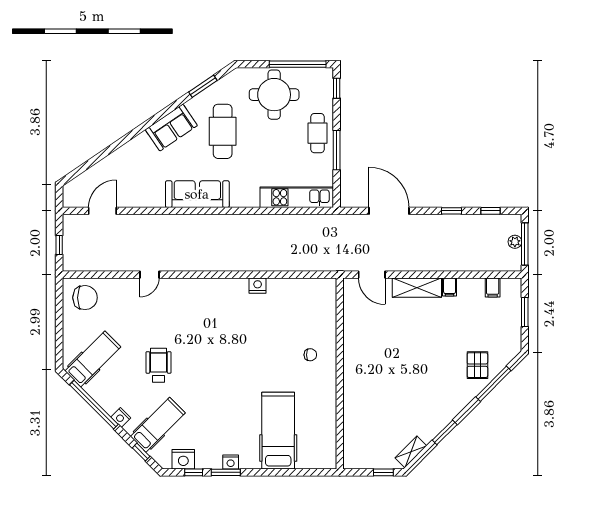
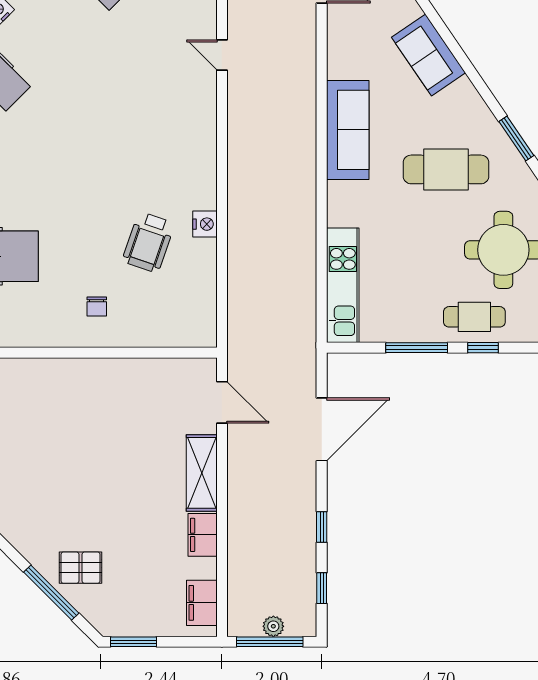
window: (337, 88) -> (483, 348), moved
sofa: (171, 128) -> (429, 55), moved
cafe table: (318, 133) -> (474, 317), moved
door: (372, 275) -> (222, 402), swing flipped
filing cabinet: (450, 287) -> (203, 535), width x2.00
filing cabinet: (493, 287) -> (202, 603), width x2.00
window: (525, 312) -> (133, 642), moved
wheelchair: (159, 365) -> (148, 242), moved, turned 109

